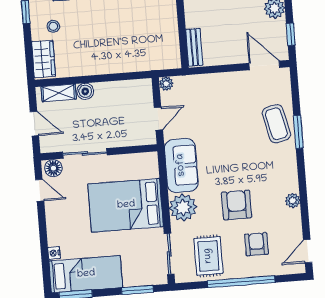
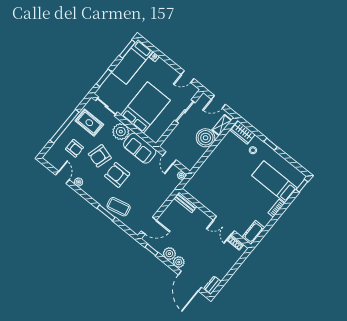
boiler: (85, 91) -> (206, 138), width x1.86, depth x1.86
armchair: (240, 162) -> (117, 175), added
floor lamp: (53, 168) -> (191, 92), removed
armchair: (237, 205) -> (100, 156), turned 106
door: (308, 251) -> (62, 177), moved

